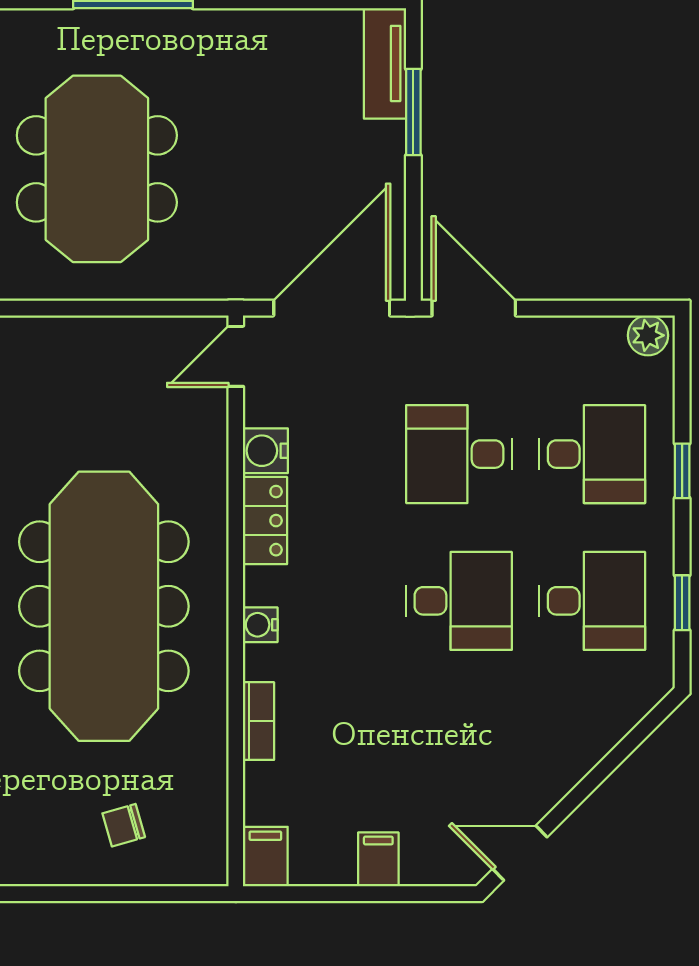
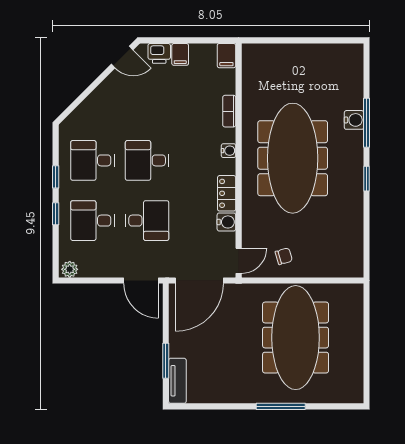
meeting table: (97, 169) -> (296, 338), width x1.36
window: (682, 603) -> (56, 177), moved
chair: (124, 825) -> (284, 256), moved
printer: (429, 862) -> (159, 53), added

